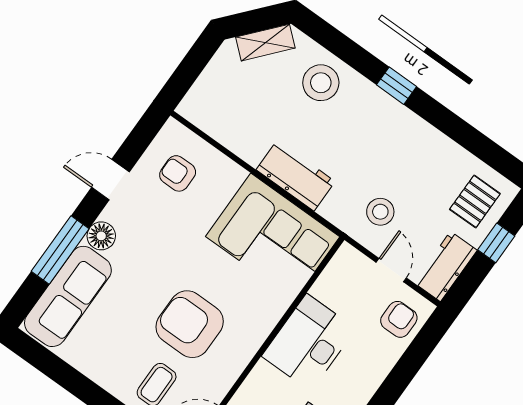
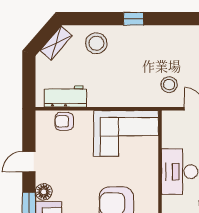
armchair: (178, 173) -> (64, 121), moved
workbench: (296, 176) -> (65, 96), moved

